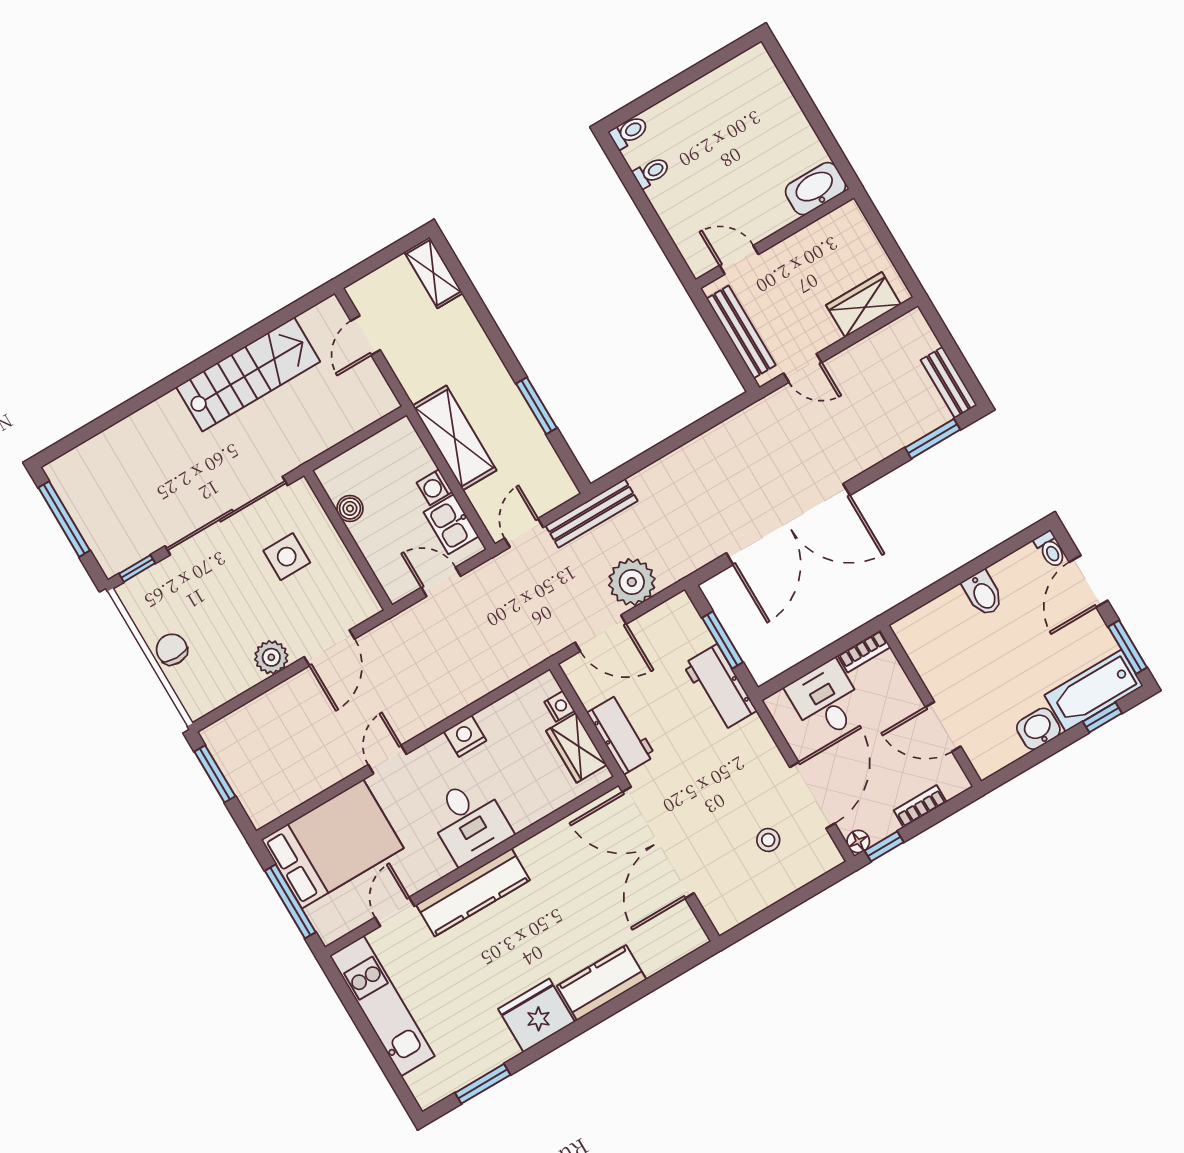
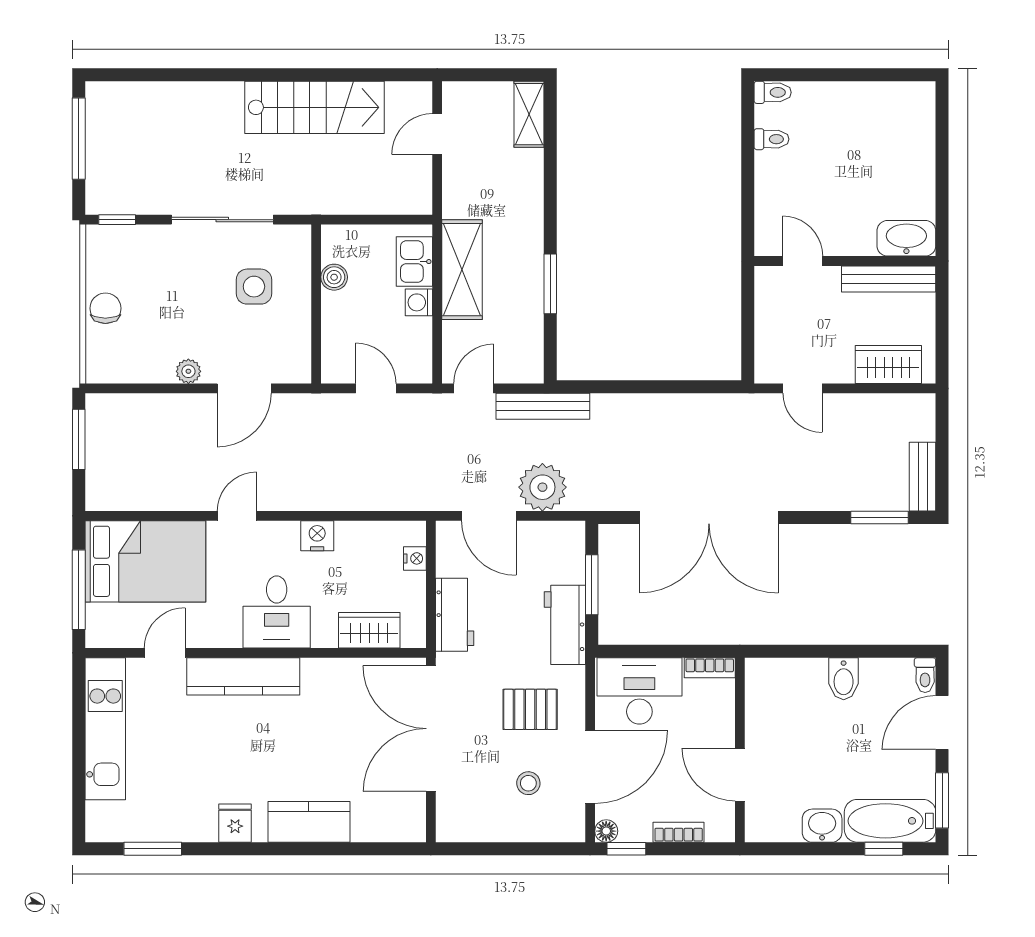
bench: (741, 332) -> (889, 279), moved, turned 90
sliding door: (226, 516) -> (222, 220), width x0.73
kitchen sink: (451, 524) -> (414, 262), moved
plant: (271, 657) -> (188, 371), width x0.73, depth x0.73
desk: (826, 700) -> (639, 691), width x1.37
wardrobe: (576, 748) -> (369, 630), moved, turned 90
pallet: (733, 776) -> (530, 709), added
fridge: (536, 1015) -> (235, 823), width x0.53, depth x0.75

